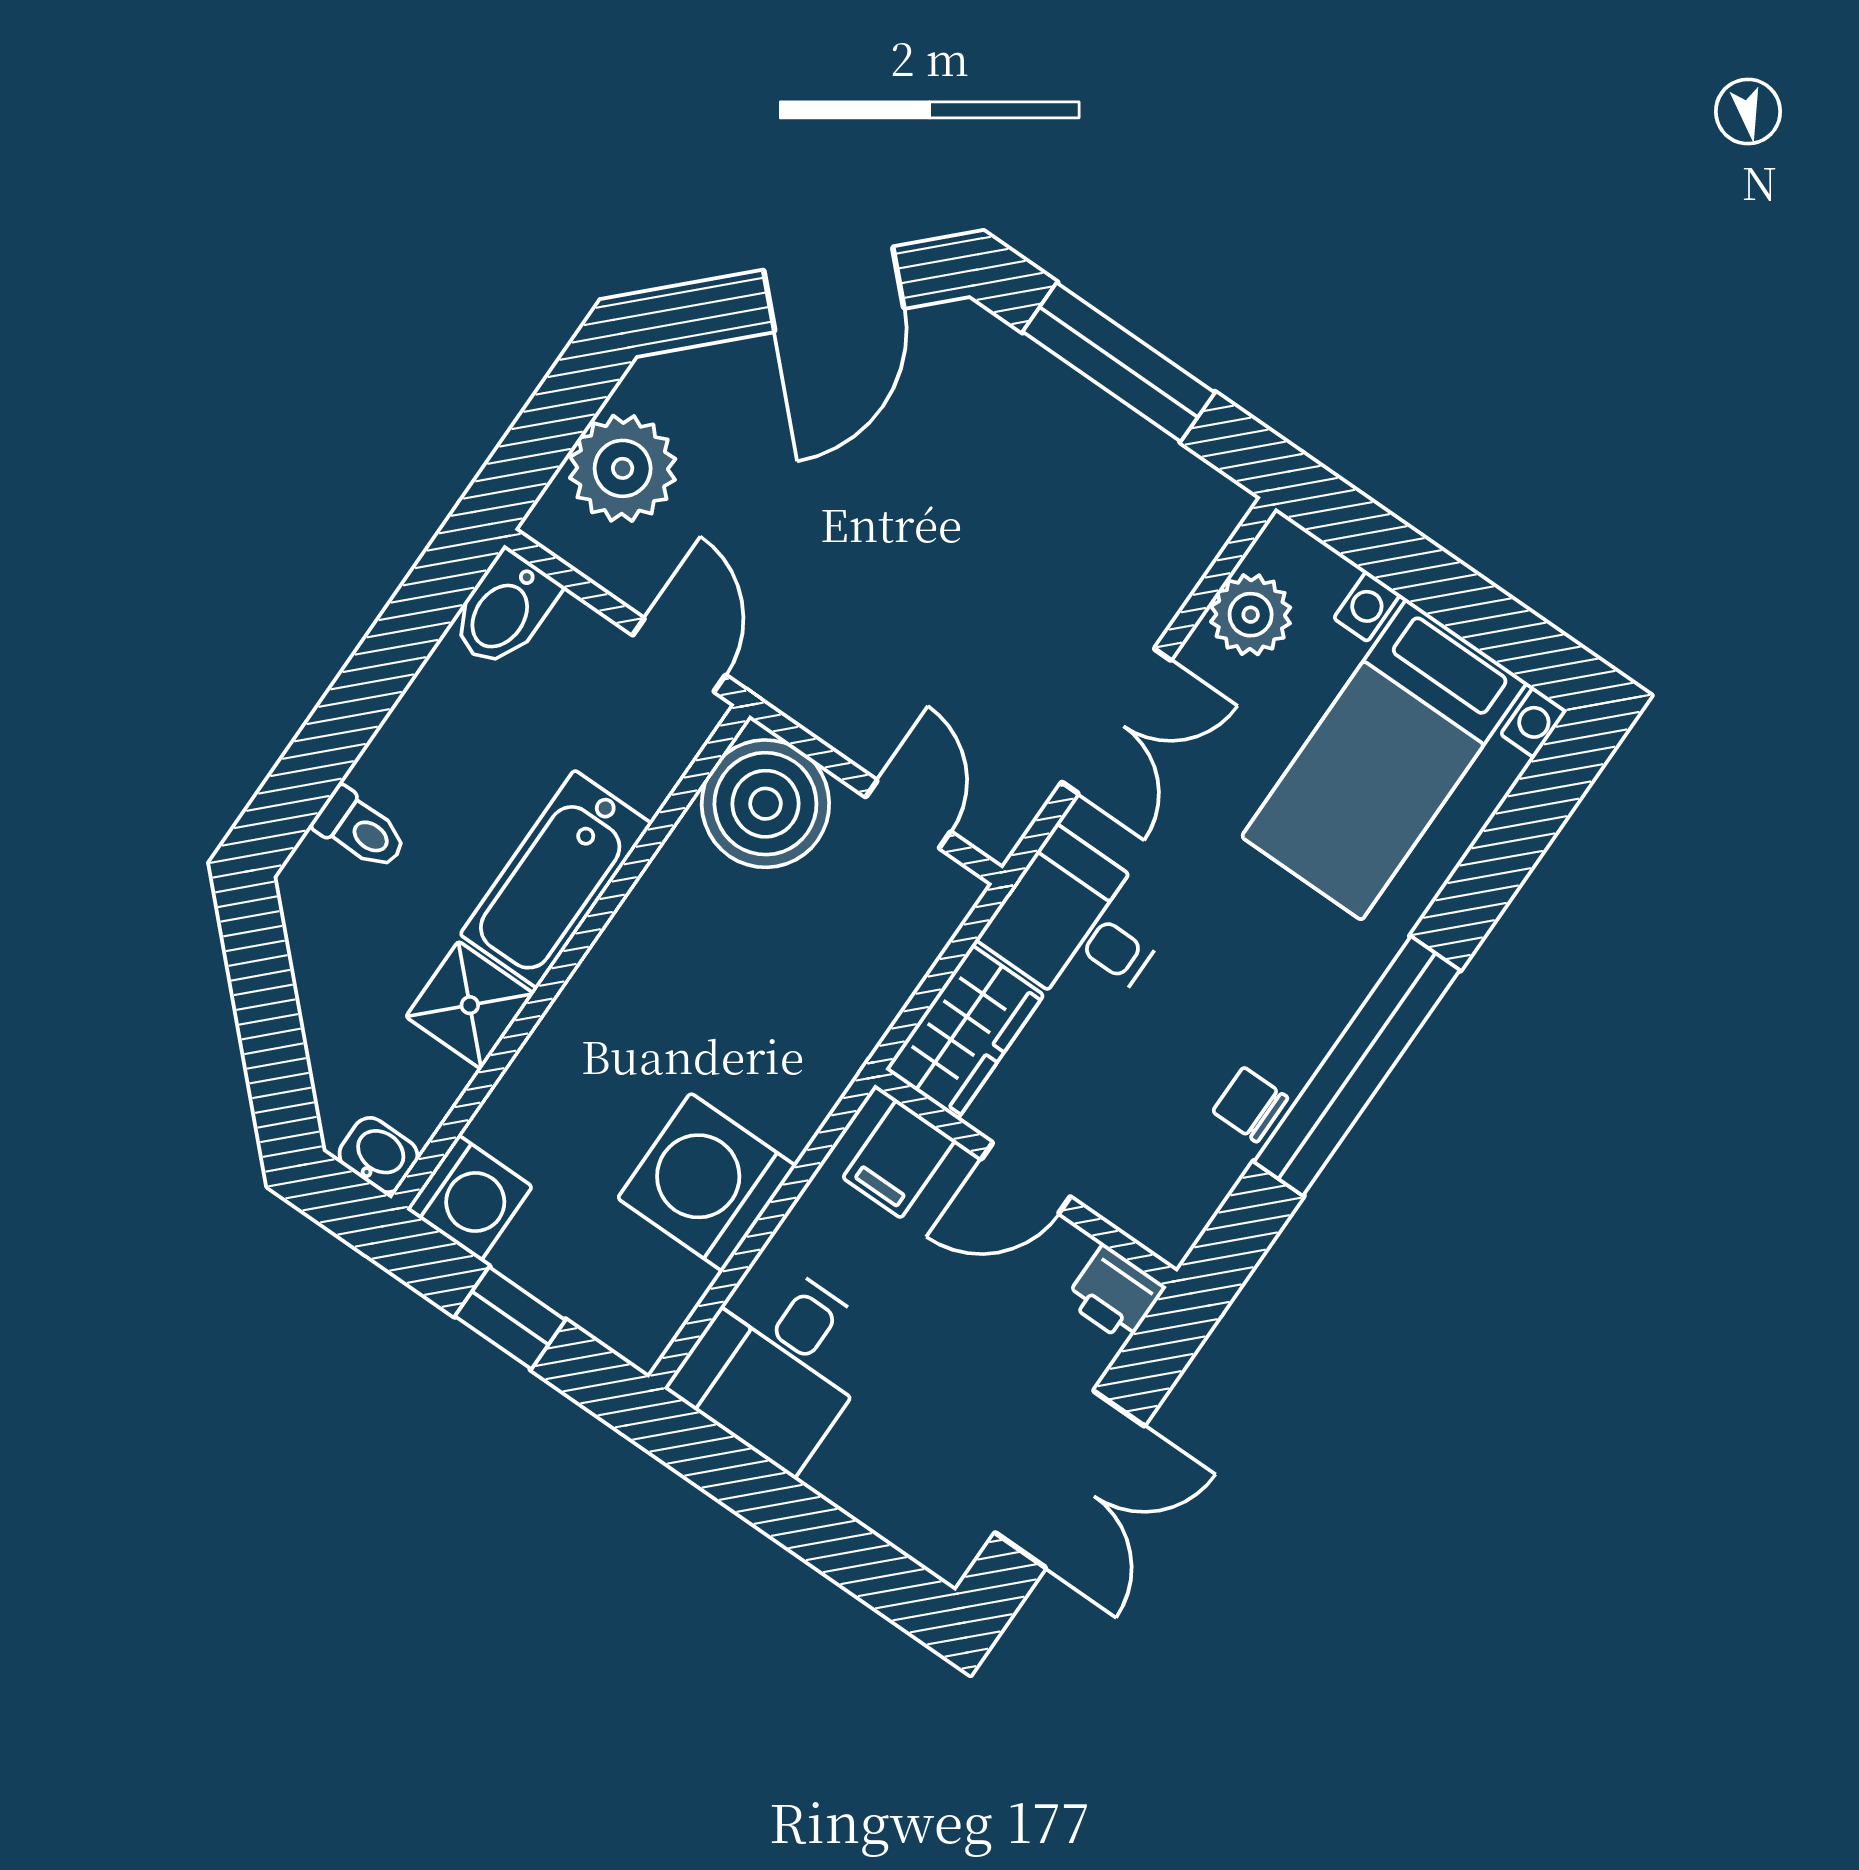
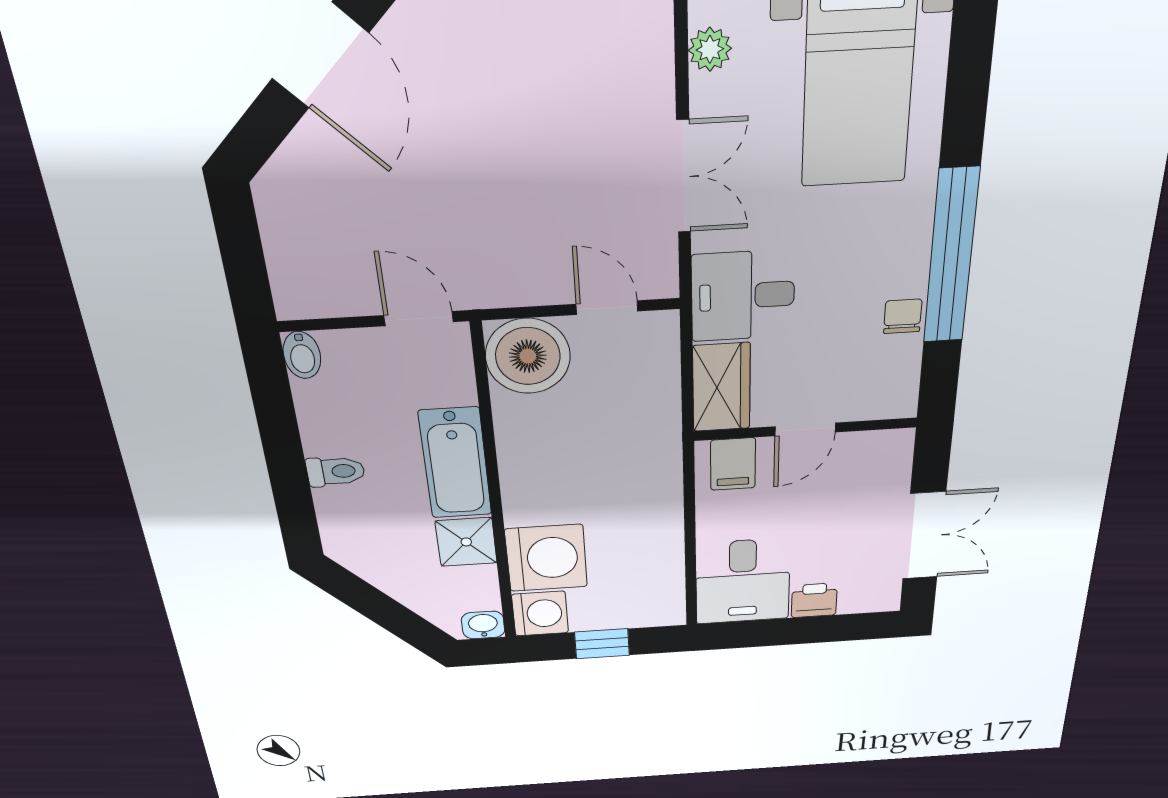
plant: (623, 468) -> (301, 248), removed
bidet: (504, 610) -> (302, 355), width x0.72, depth x0.74
plant: (1251, 615) -> (710, 49), width x0.73, depth x0.73
toilet: (360, 829) -> (336, 471), moved
chair: (1250, 1105) -> (903, 316), turned 90
washing machine: (707, 1182) -> (546, 558), moved, turned 180
printer: (1115, 1294) -> (814, 600), moved, turned 180

